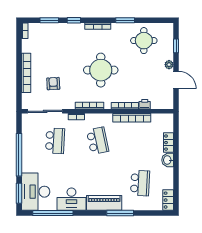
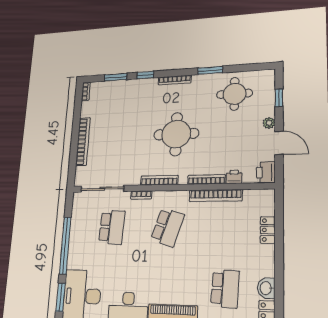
armchair: (53, 84) -> (115, 153), removed
printer: (167, 101) -> (266, 172), added
school desk: (98, 141) -> (168, 227), turned 30
washbasin: (168, 160) -> (266, 288), moved

